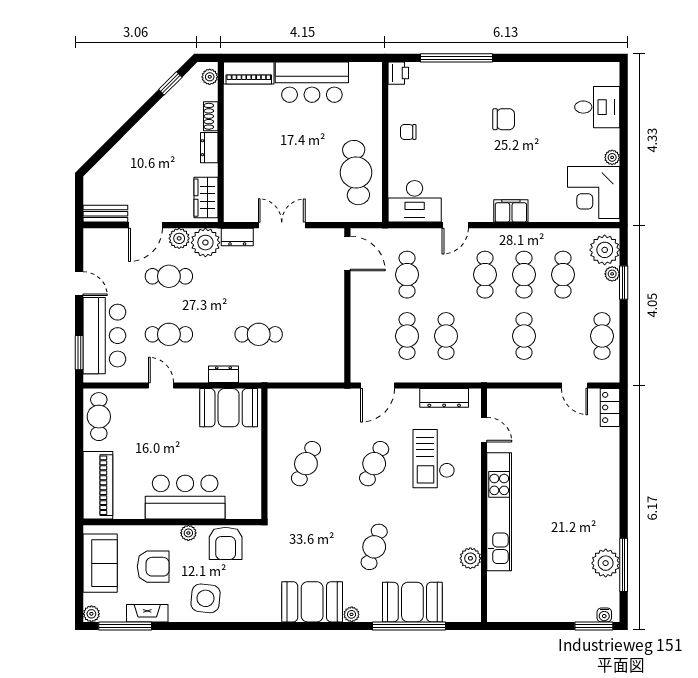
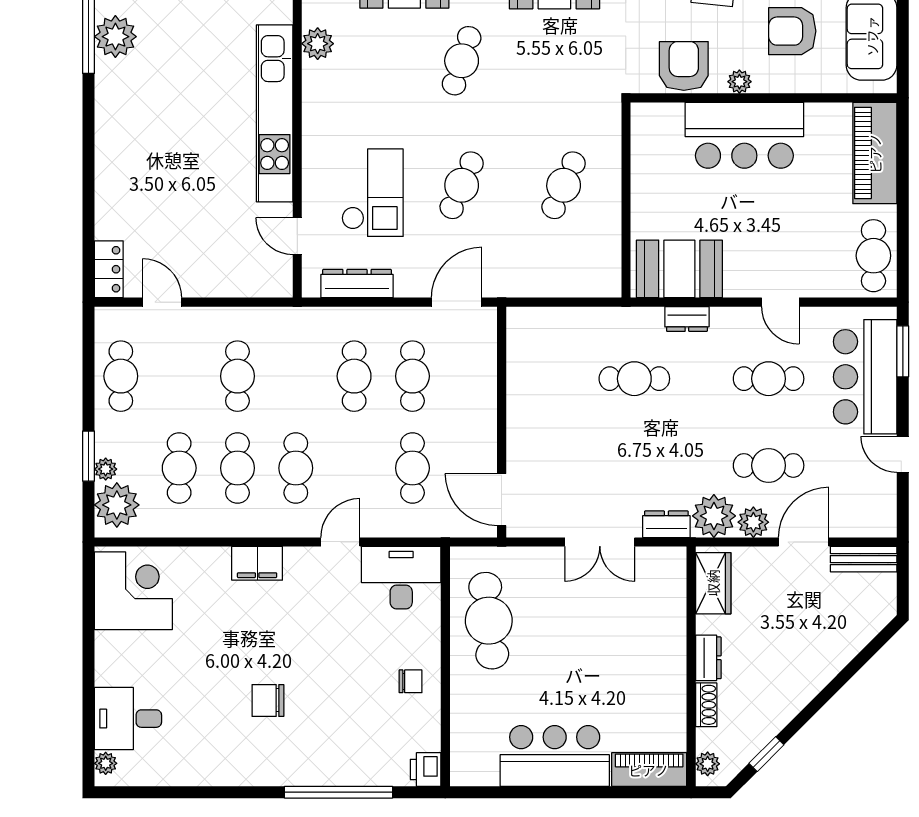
plant: (612, 157) -> (106, 763), moved

